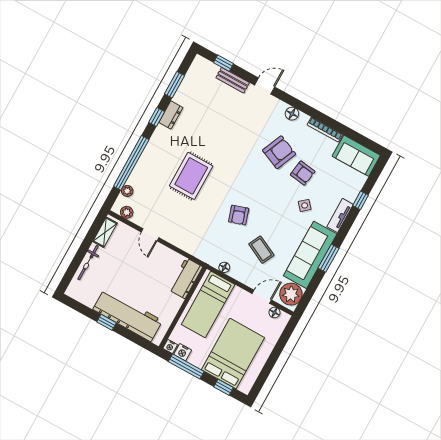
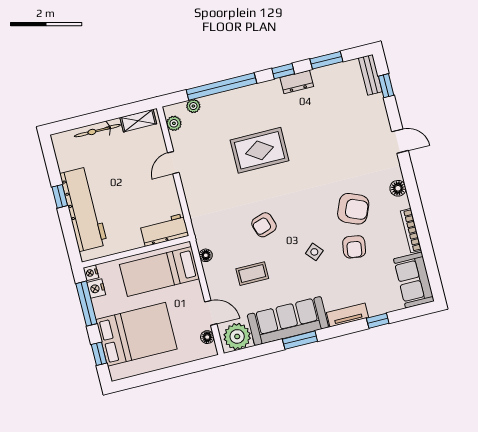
bench: (233, 80) -> (370, 75), moved
side table: (305, 205) -> (314, 252), moved
coffee table: (261, 250) -> (252, 274), turned 64

